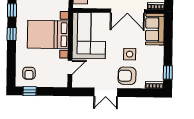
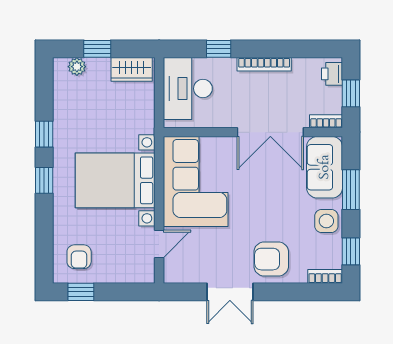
window: (168, 41) -> (351, 190), added
side table: (130, 54) -> (326, 221), moved

